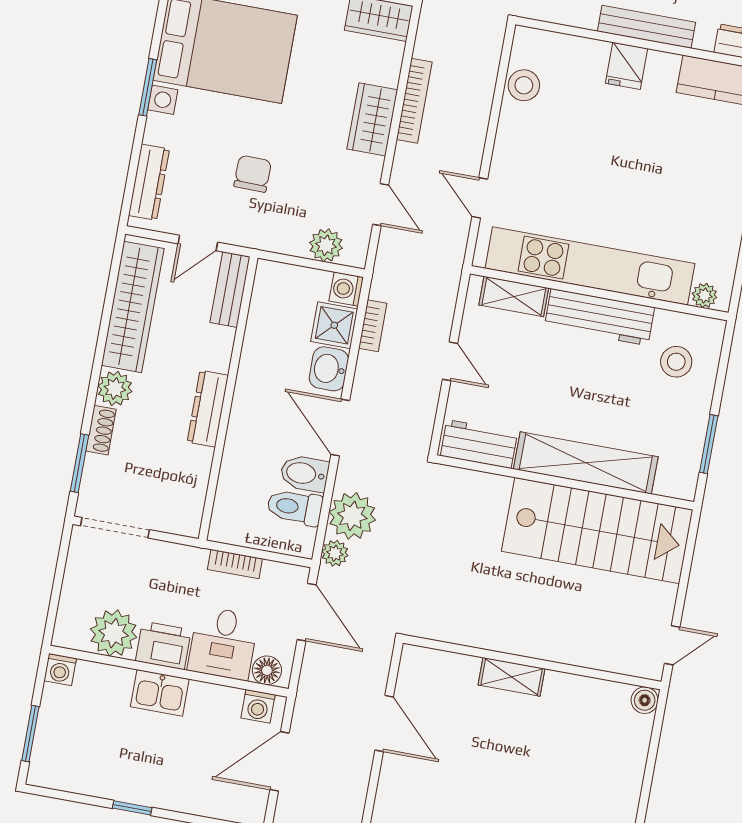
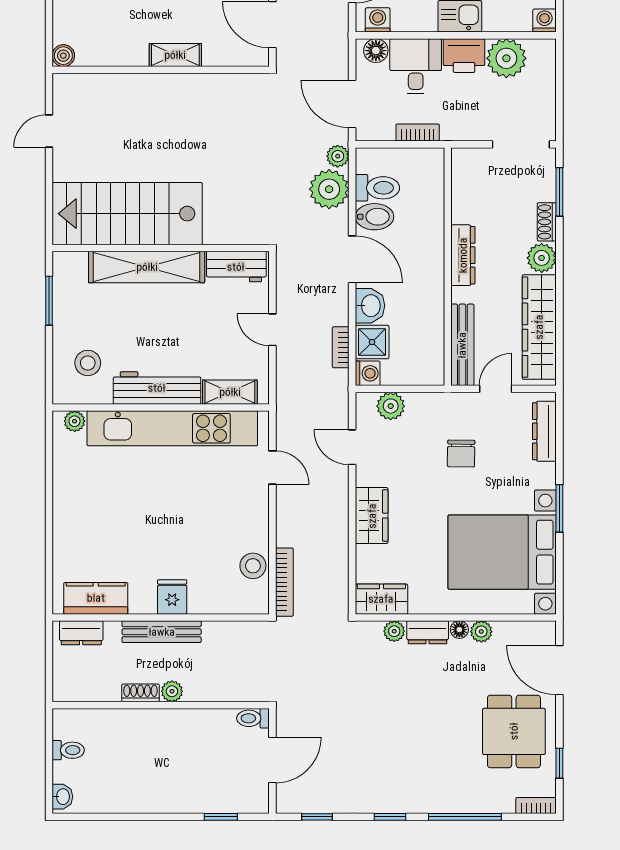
bookcase: (414, 101) -> (284, 582), moved, turned 180
bench: (230, 290) -> (462, 345), width x1.36
wall: (532, 662) -> (161, 70), moved
shelving: (512, 677) -> (175, 55), moved
boiler: (645, 700) -> (63, 56), moved

